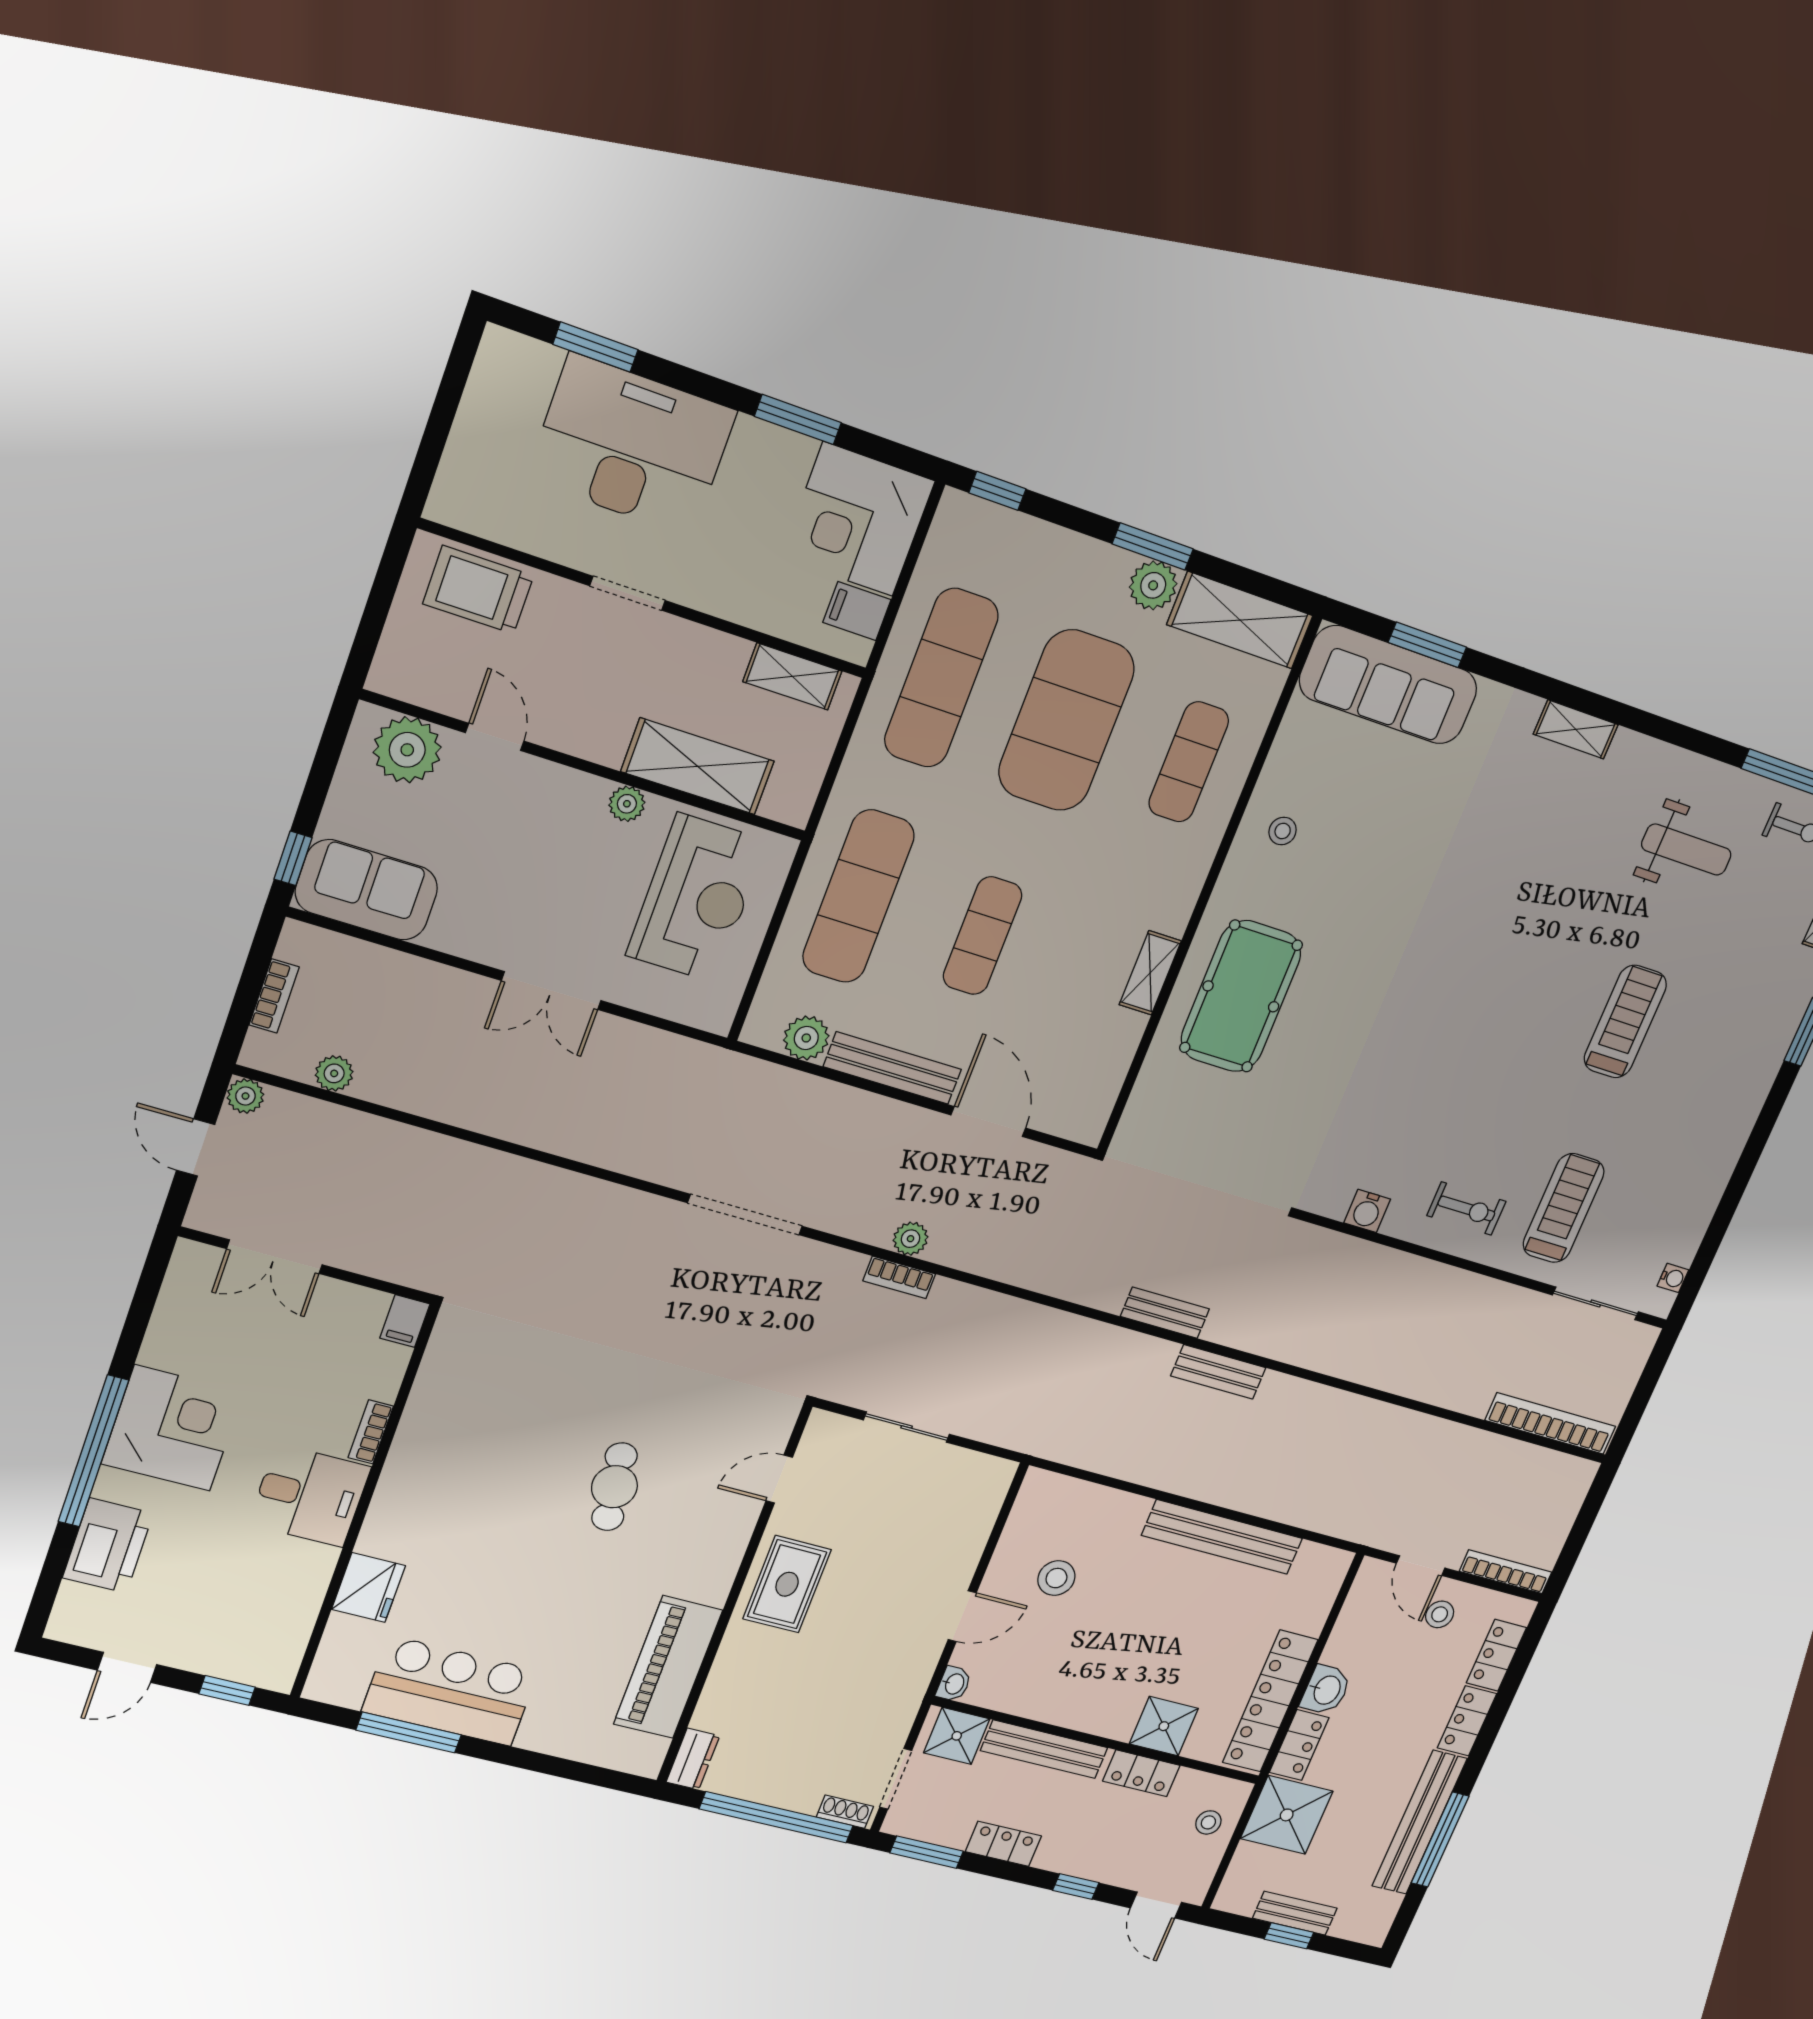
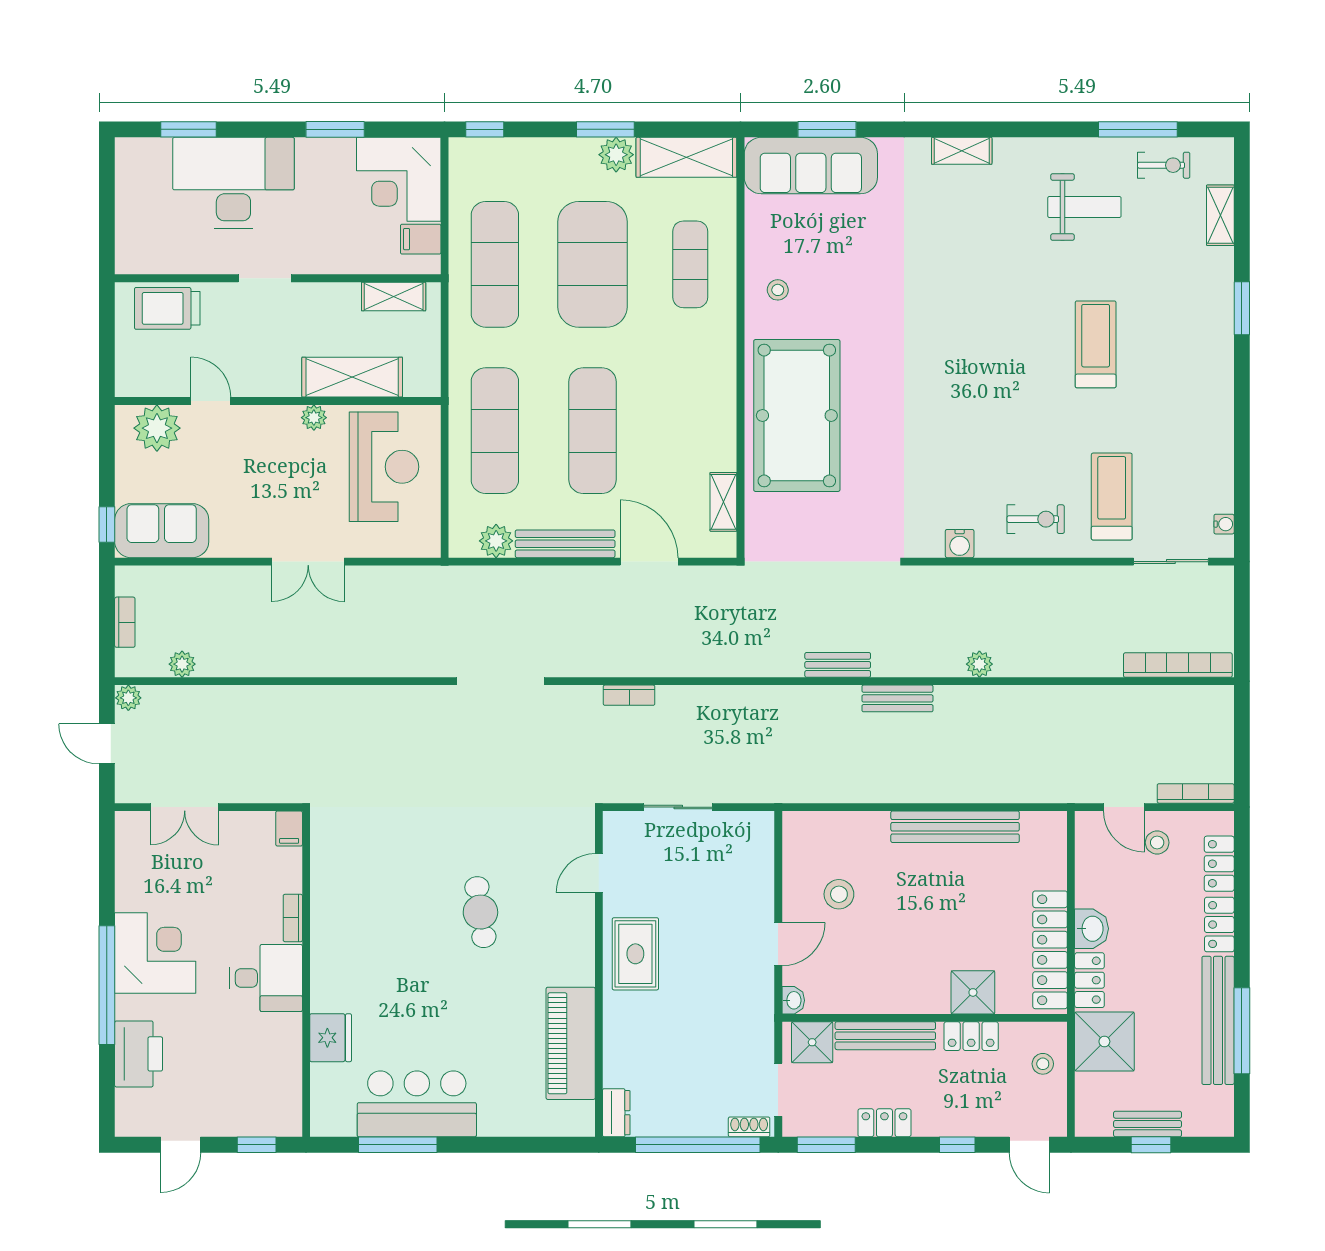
exercise mat: (982, 936) -> (593, 431), width x1.36, depth x1.45
shelving: (1150, 973) -> (723, 502), moved
pool table: (1241, 996) -> (797, 415), width x1.36, depth x1.32
plant: (911, 1239) -> (979, 664), moved

